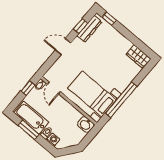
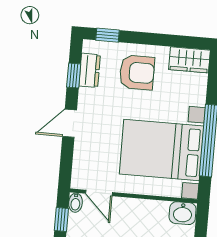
dresser: (89, 29) -> (90, 70), width x0.70
armchair: (110, 45) -> (137, 73), added
bed with nightstands: (92, 94) -> (162, 150), width x1.36

